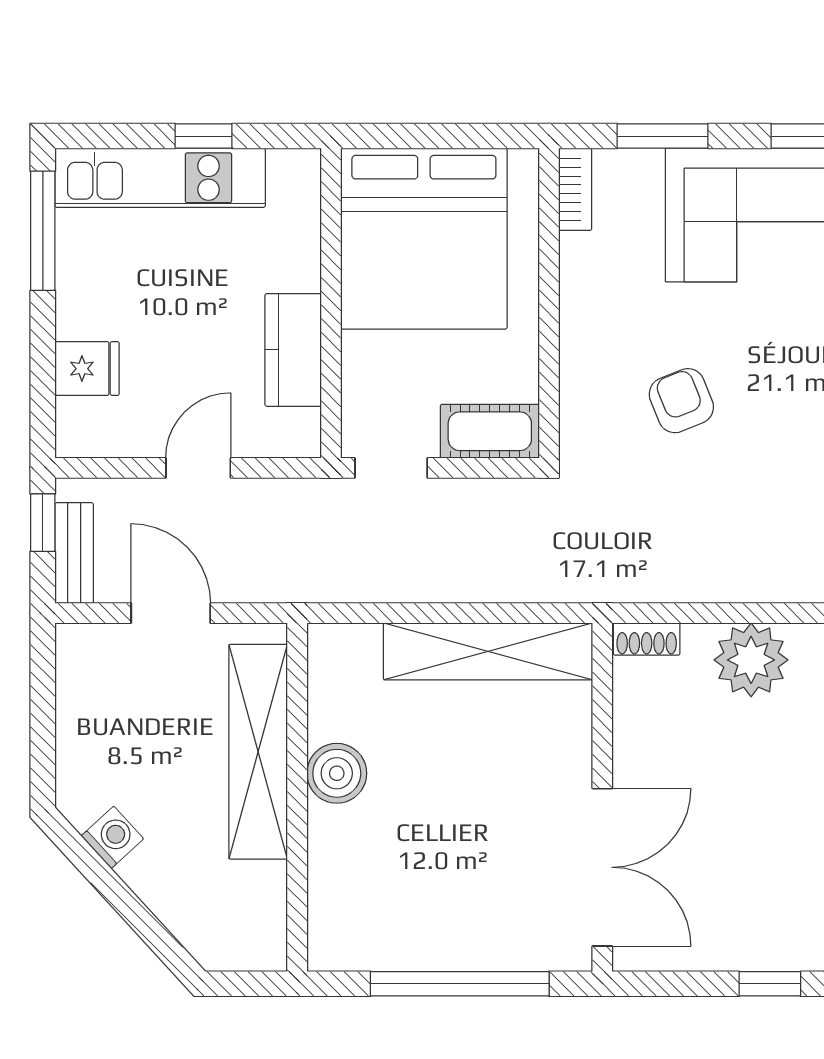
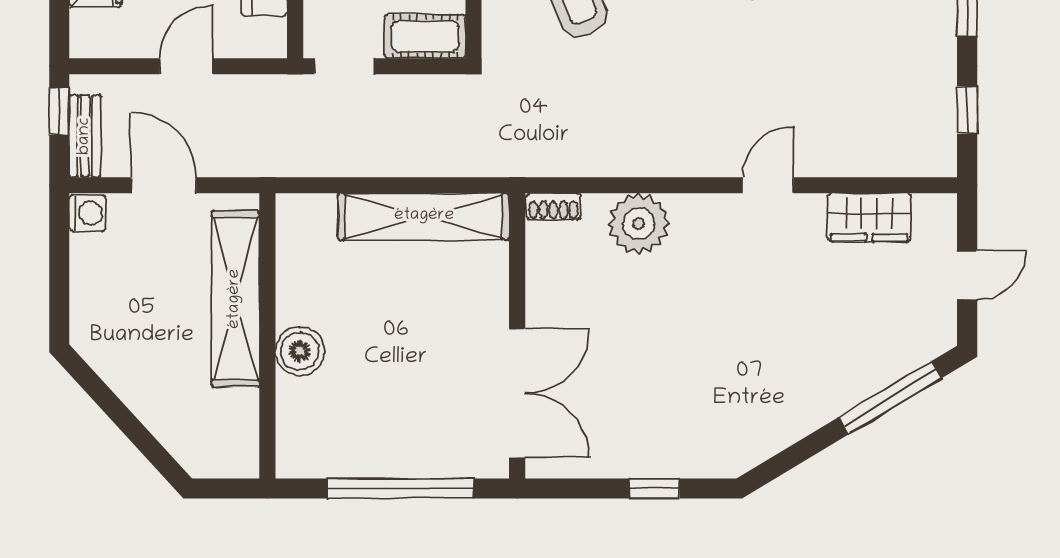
boiler: (337, 773) -> (300, 351), moved
washing machine: (112, 837) -> (87, 213), moved, turned 42

